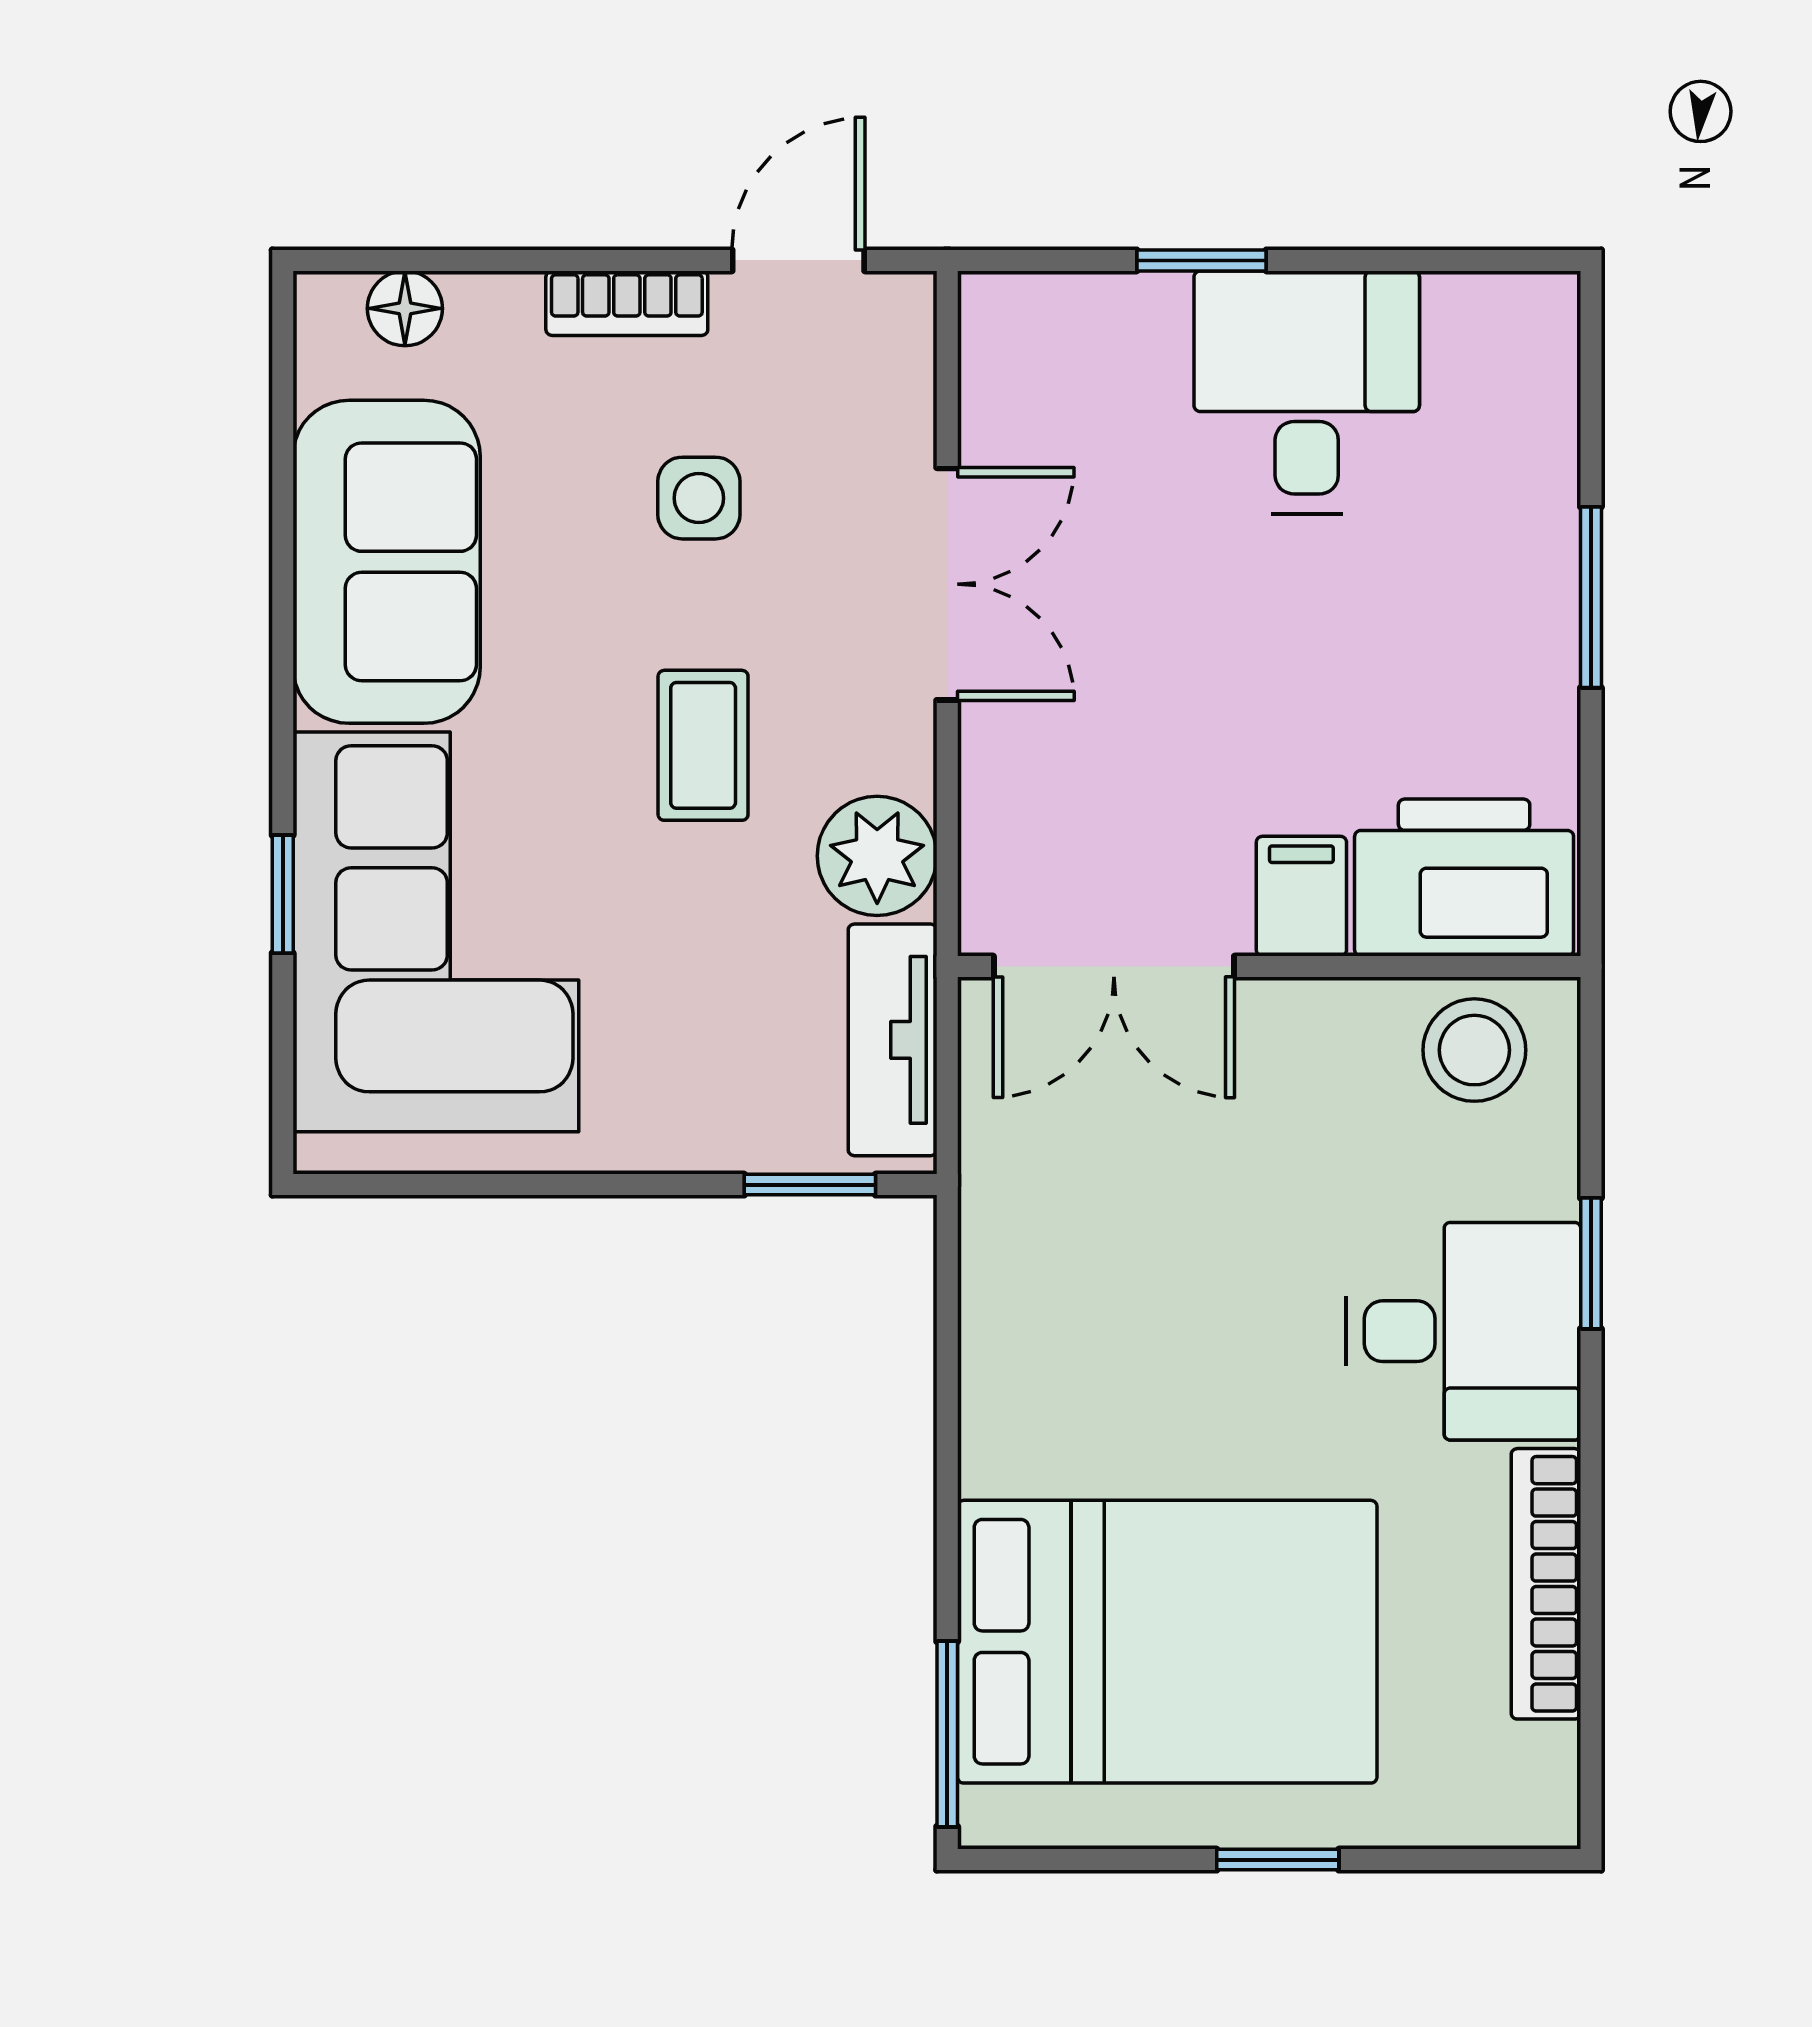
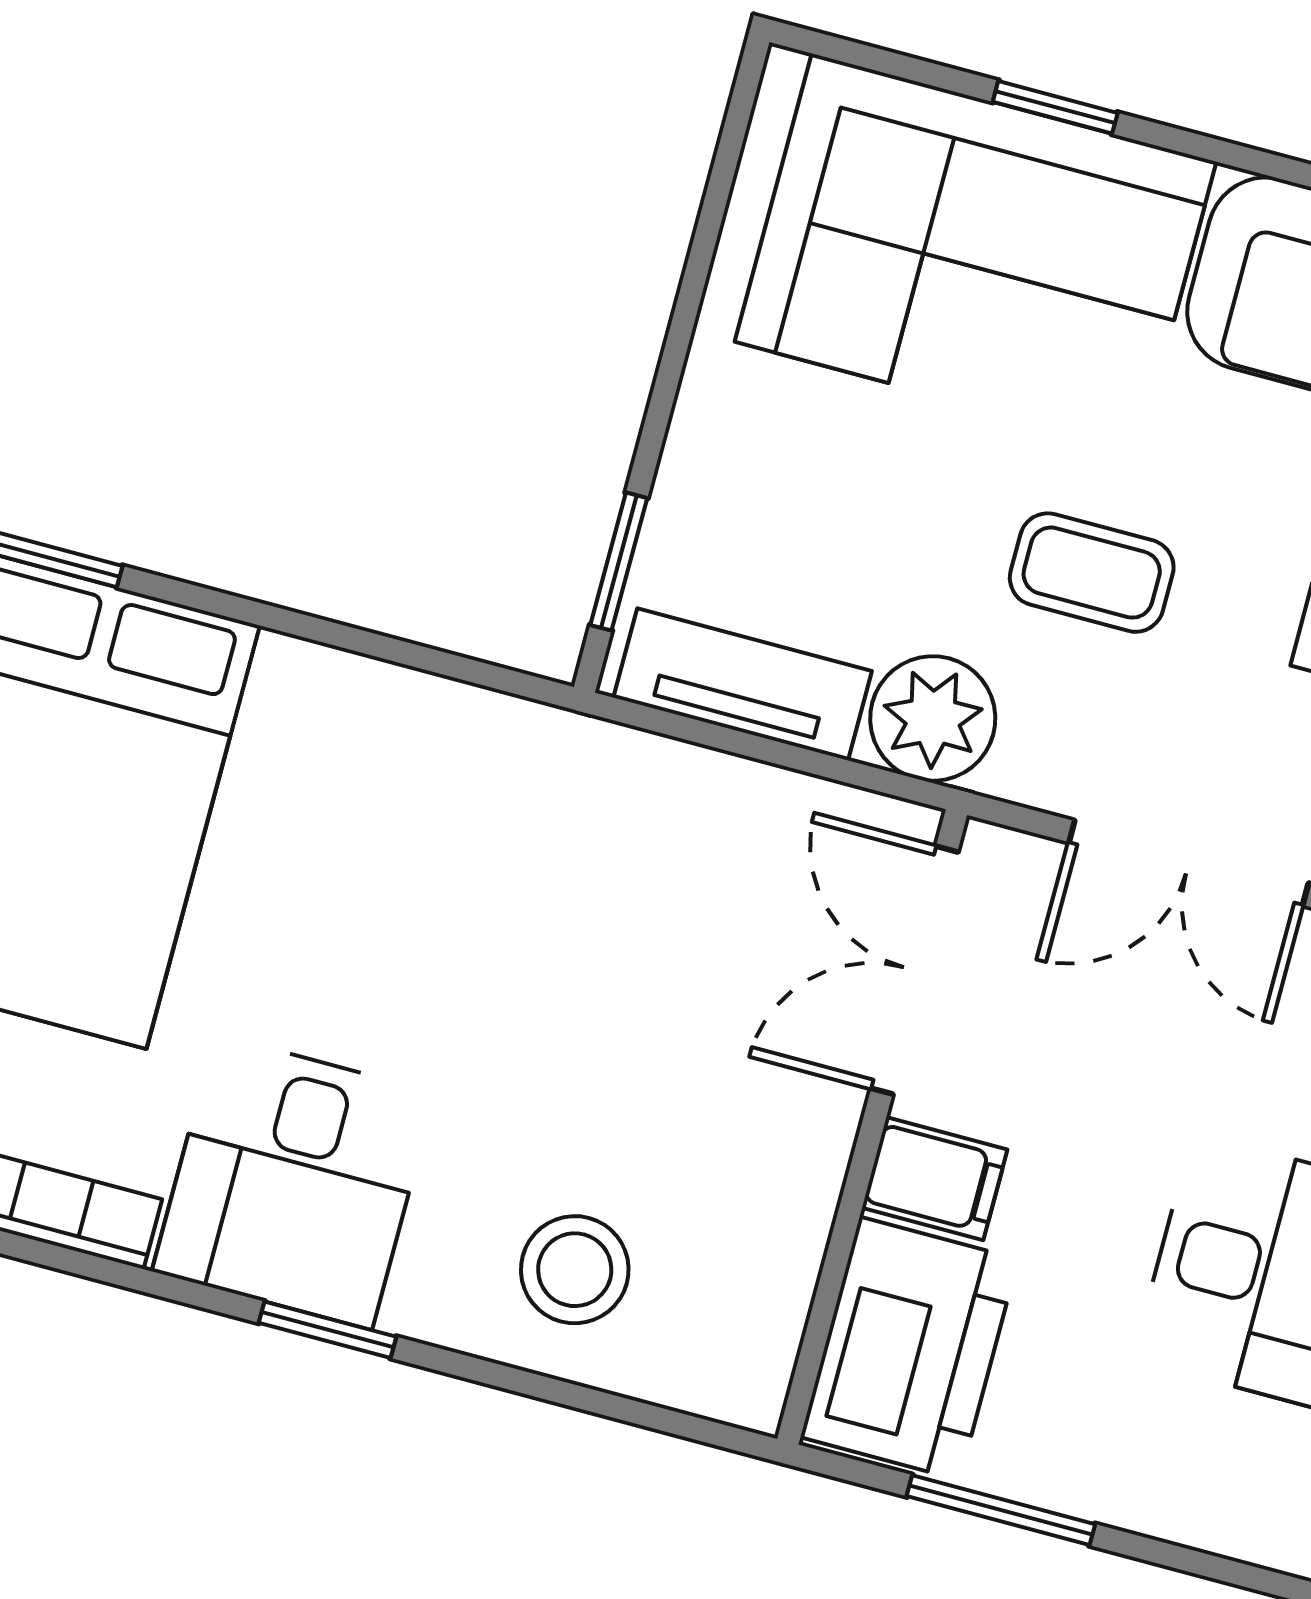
printer: (1464, 878) -> (909, 1348), moved
filing cabinet: (1301, 896) -> (935, 1179), moved
double door: (1114, 967) -> (914, 970), moved
wall: (1269, 967) -> (872, 1127), moved

